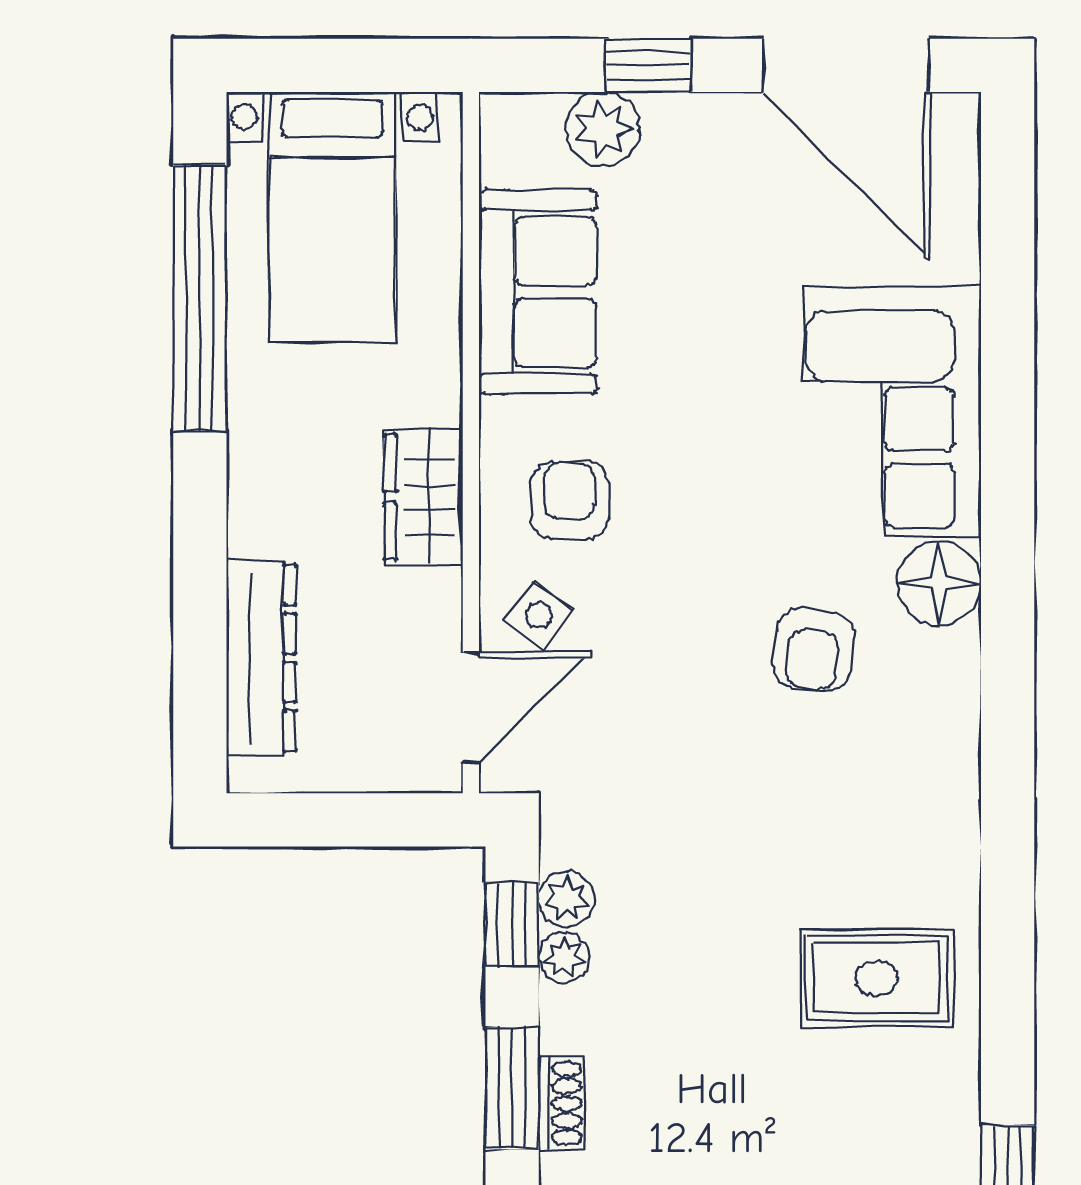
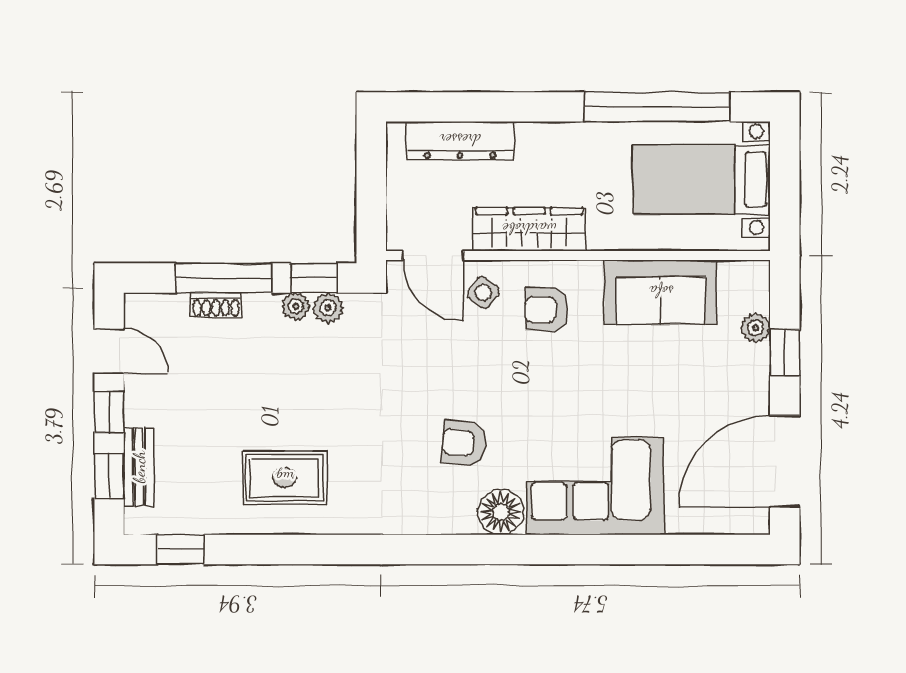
plant: (603, 129) -> (755, 328), width x0.73, depth x0.73
wardrobe: (423, 497) -> (529, 229), width x1.50
armchair: (570, 500) -> (546, 310), turned 180
rug: (877, 978) -> (285, 478), turned 90
window: (512, 1088) -> (224, 278), width x1.44

